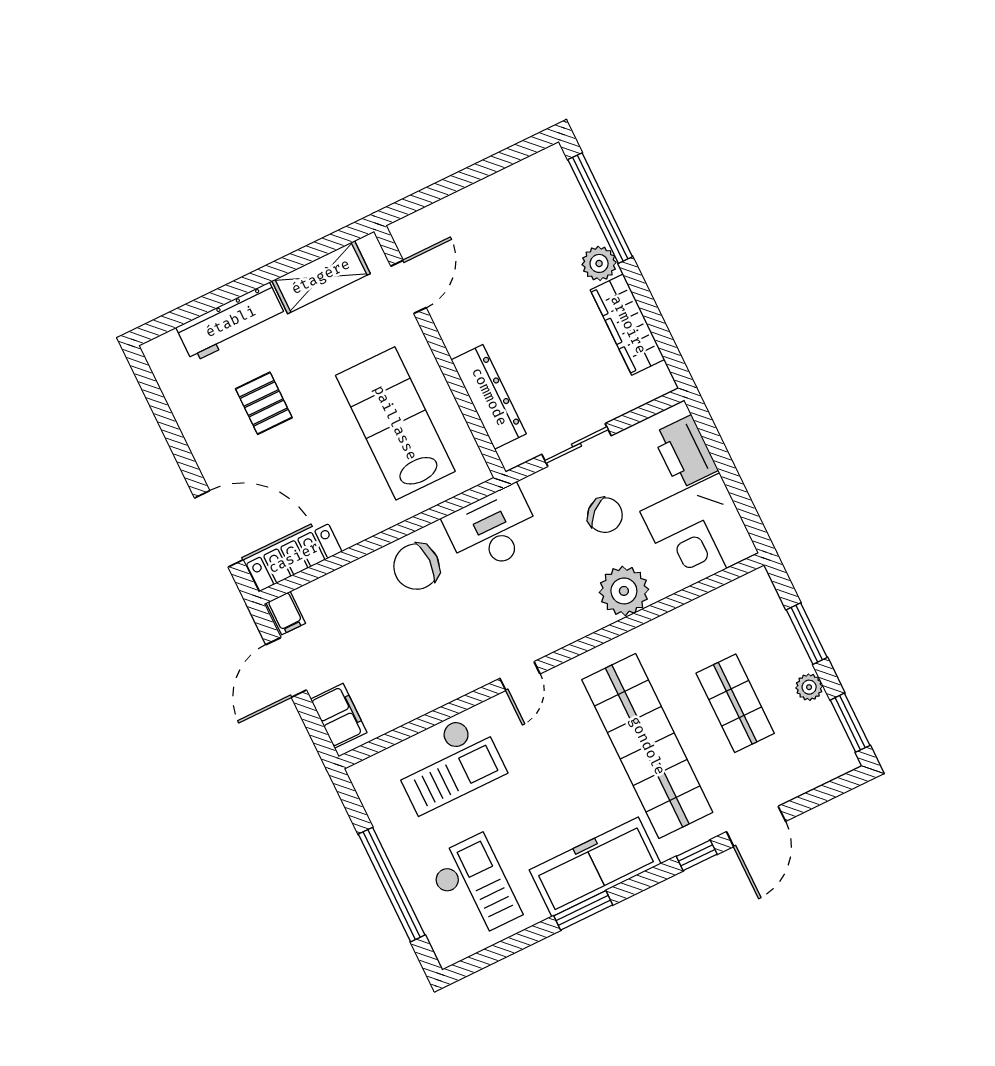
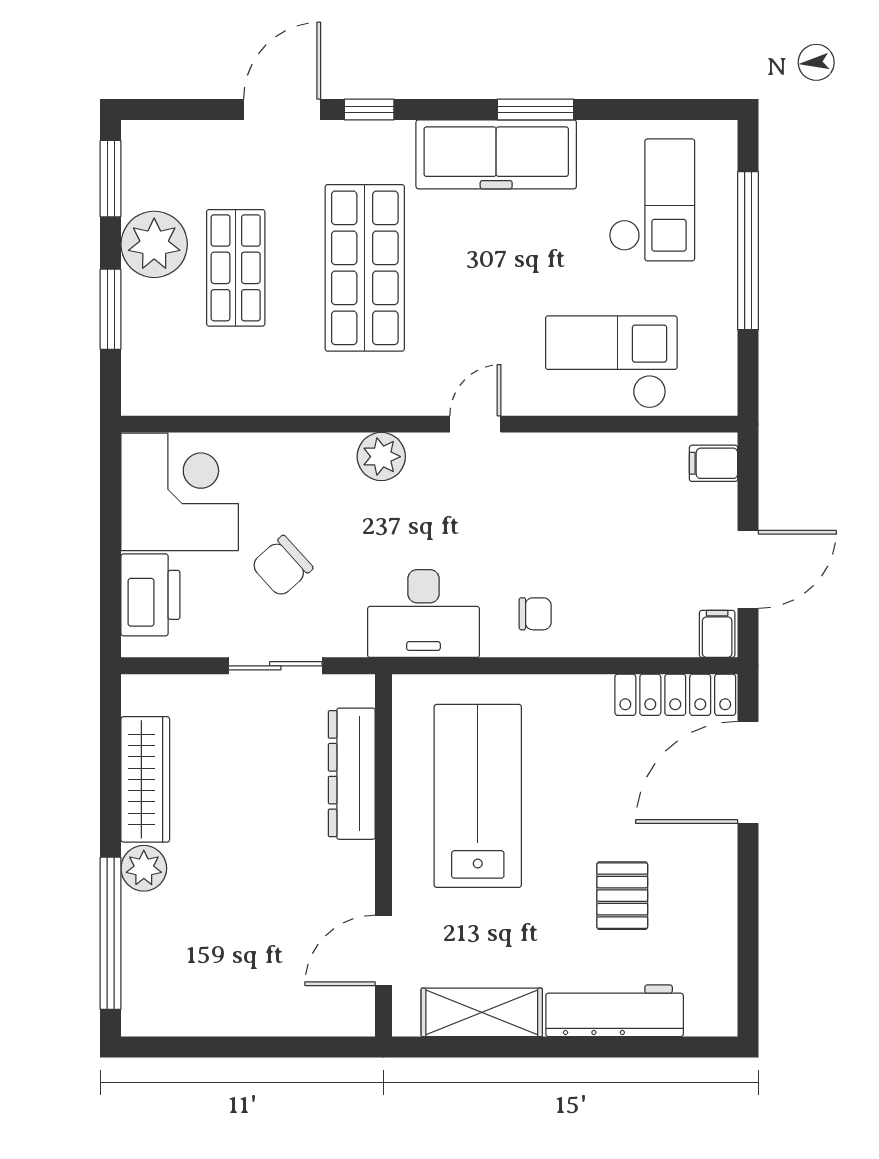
lab bench: (395, 423) -> (478, 796), turned 180
chair: (605, 515) -> (282, 566), turned -90
door: (219, 529) -> (748, 772), hinge flipped
chair: (416, 567) -> (535, 614), width x0.54, depth x0.54
plant: (624, 591) -> (381, 457), moved, width x0.73, depth x0.73
plant: (809, 687) -> (154, 244), width x1.87, depth x1.87
filing cabinet: (339, 716) -> (714, 463), width x0.50
shop shelf: (647, 746) -> (365, 268), width x0.71
checkout: (474, 887) -> (652, 200), turned 180

